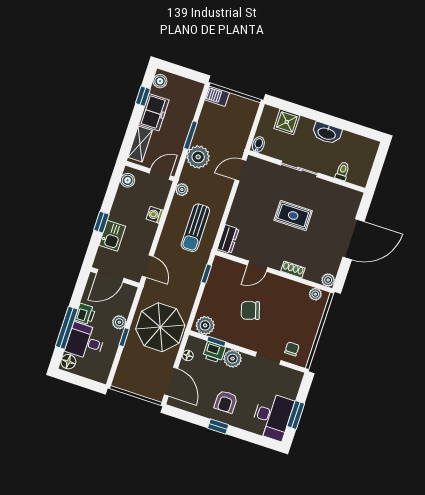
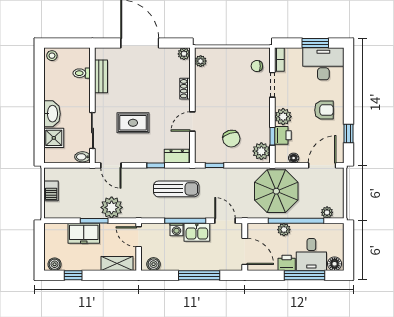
barbecue: (217, 96) -> (51, 191), moved
freezer: (154, 112) -> (84, 233), moved, turned 180
washbasin: (327, 133) -> (52, 114), moved
stool: (370, 147) -> (52, 56), added
sliding door: (299, 169) -> (92, 130), moved
plant: (182, 190) -> (327, 212), moved
bench: (333, 190) -> (101, 76), added
window: (226, 215) -> (156, 165), added
rug: (293, 215) -> (133, 123), moved, turned 90
window: (101, 222) -> (199, 275), width x2.17
window: (161, 226) -> (185, 221), added
kitchen sink: (112, 236) -> (197, 232), moved, turned 180
door: (148, 266) -> (225, 221), hinge flipped
door: (258, 266) -> (192, 122), swing flipped
chair: (250, 310) -> (231, 139), moved
window: (124, 337) -> (296, 221), width x3.17
bookcase: (291, 374) -> (279, 60), added
window: (218, 426) -> (349, 133), moved

